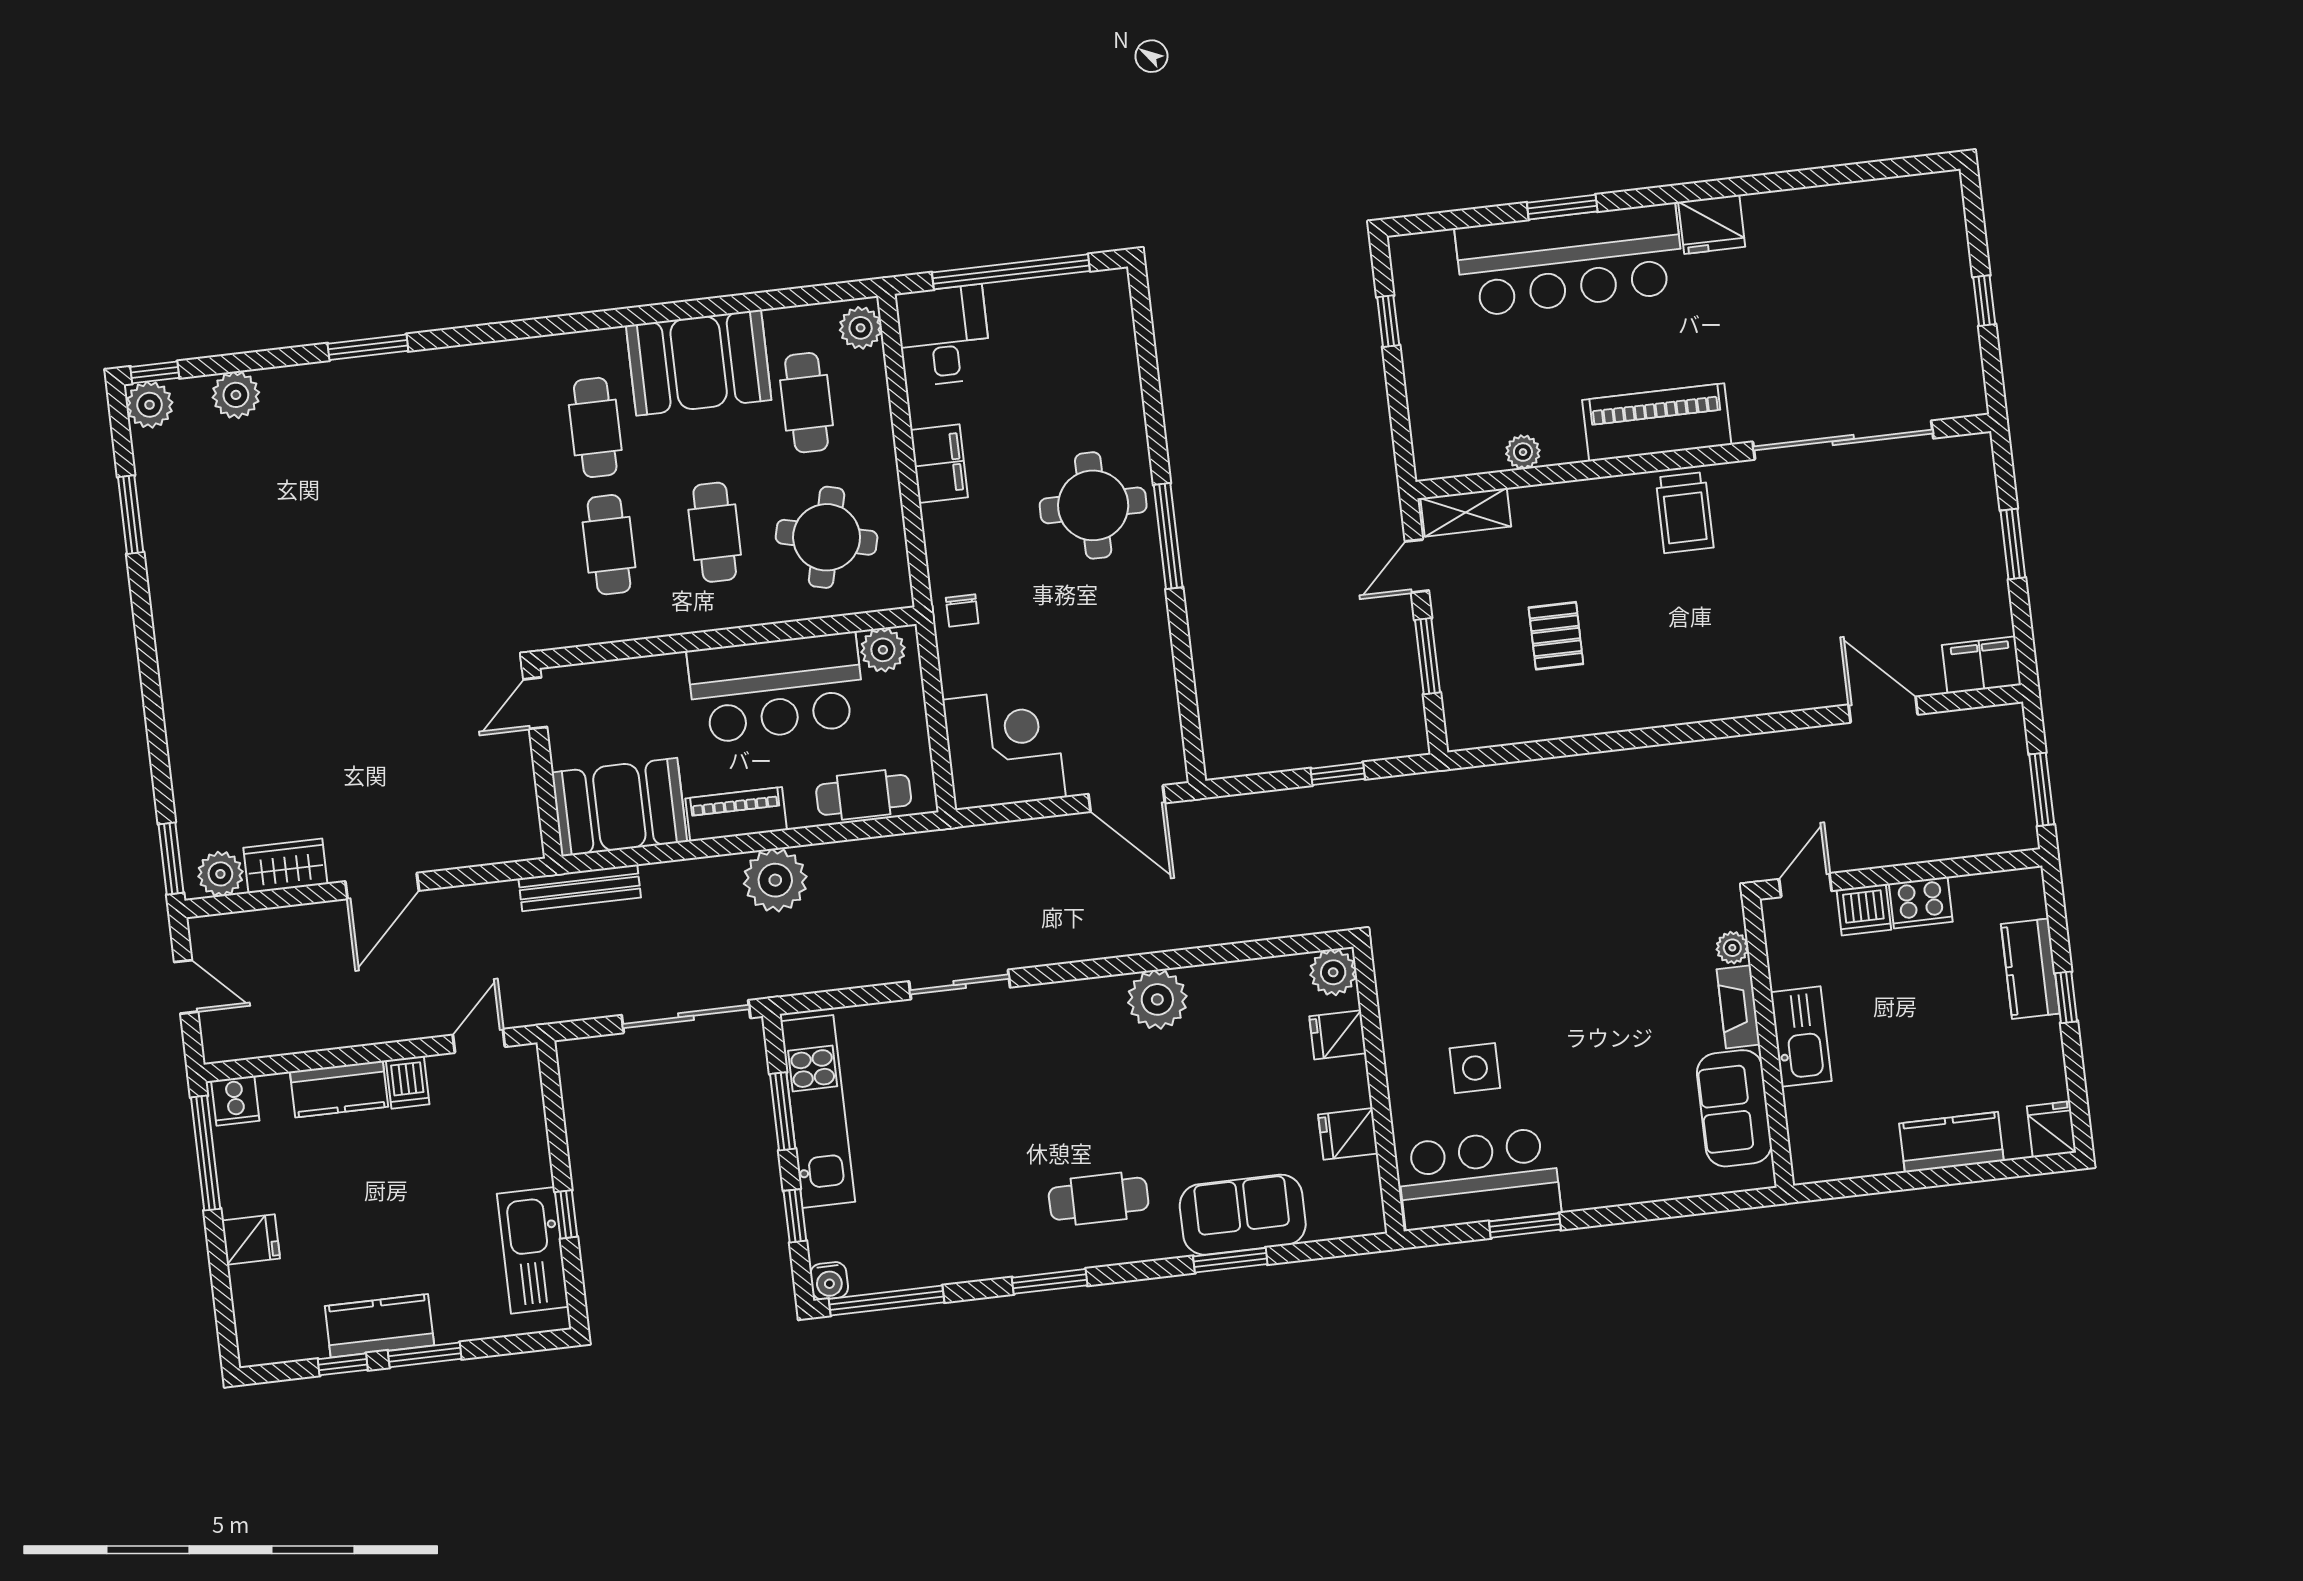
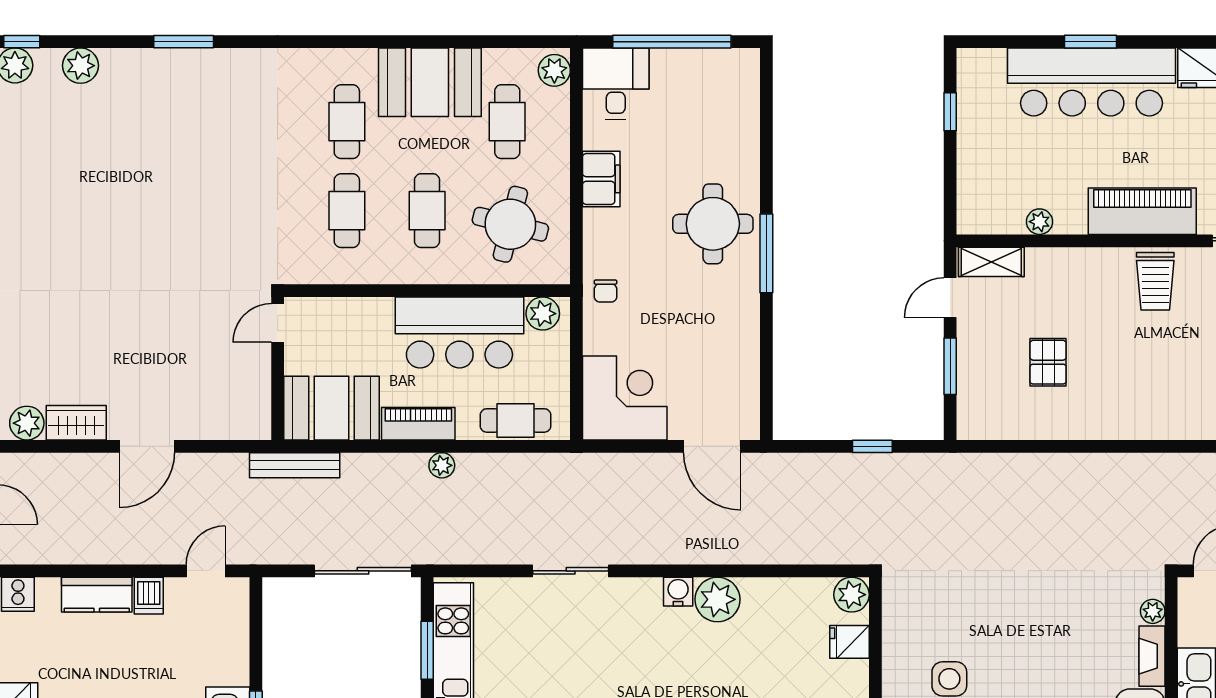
plant: (775, 880) -> (442, 465), width x0.53, depth x0.53
water cooler: (1104, 995) -> (678, 592), added

